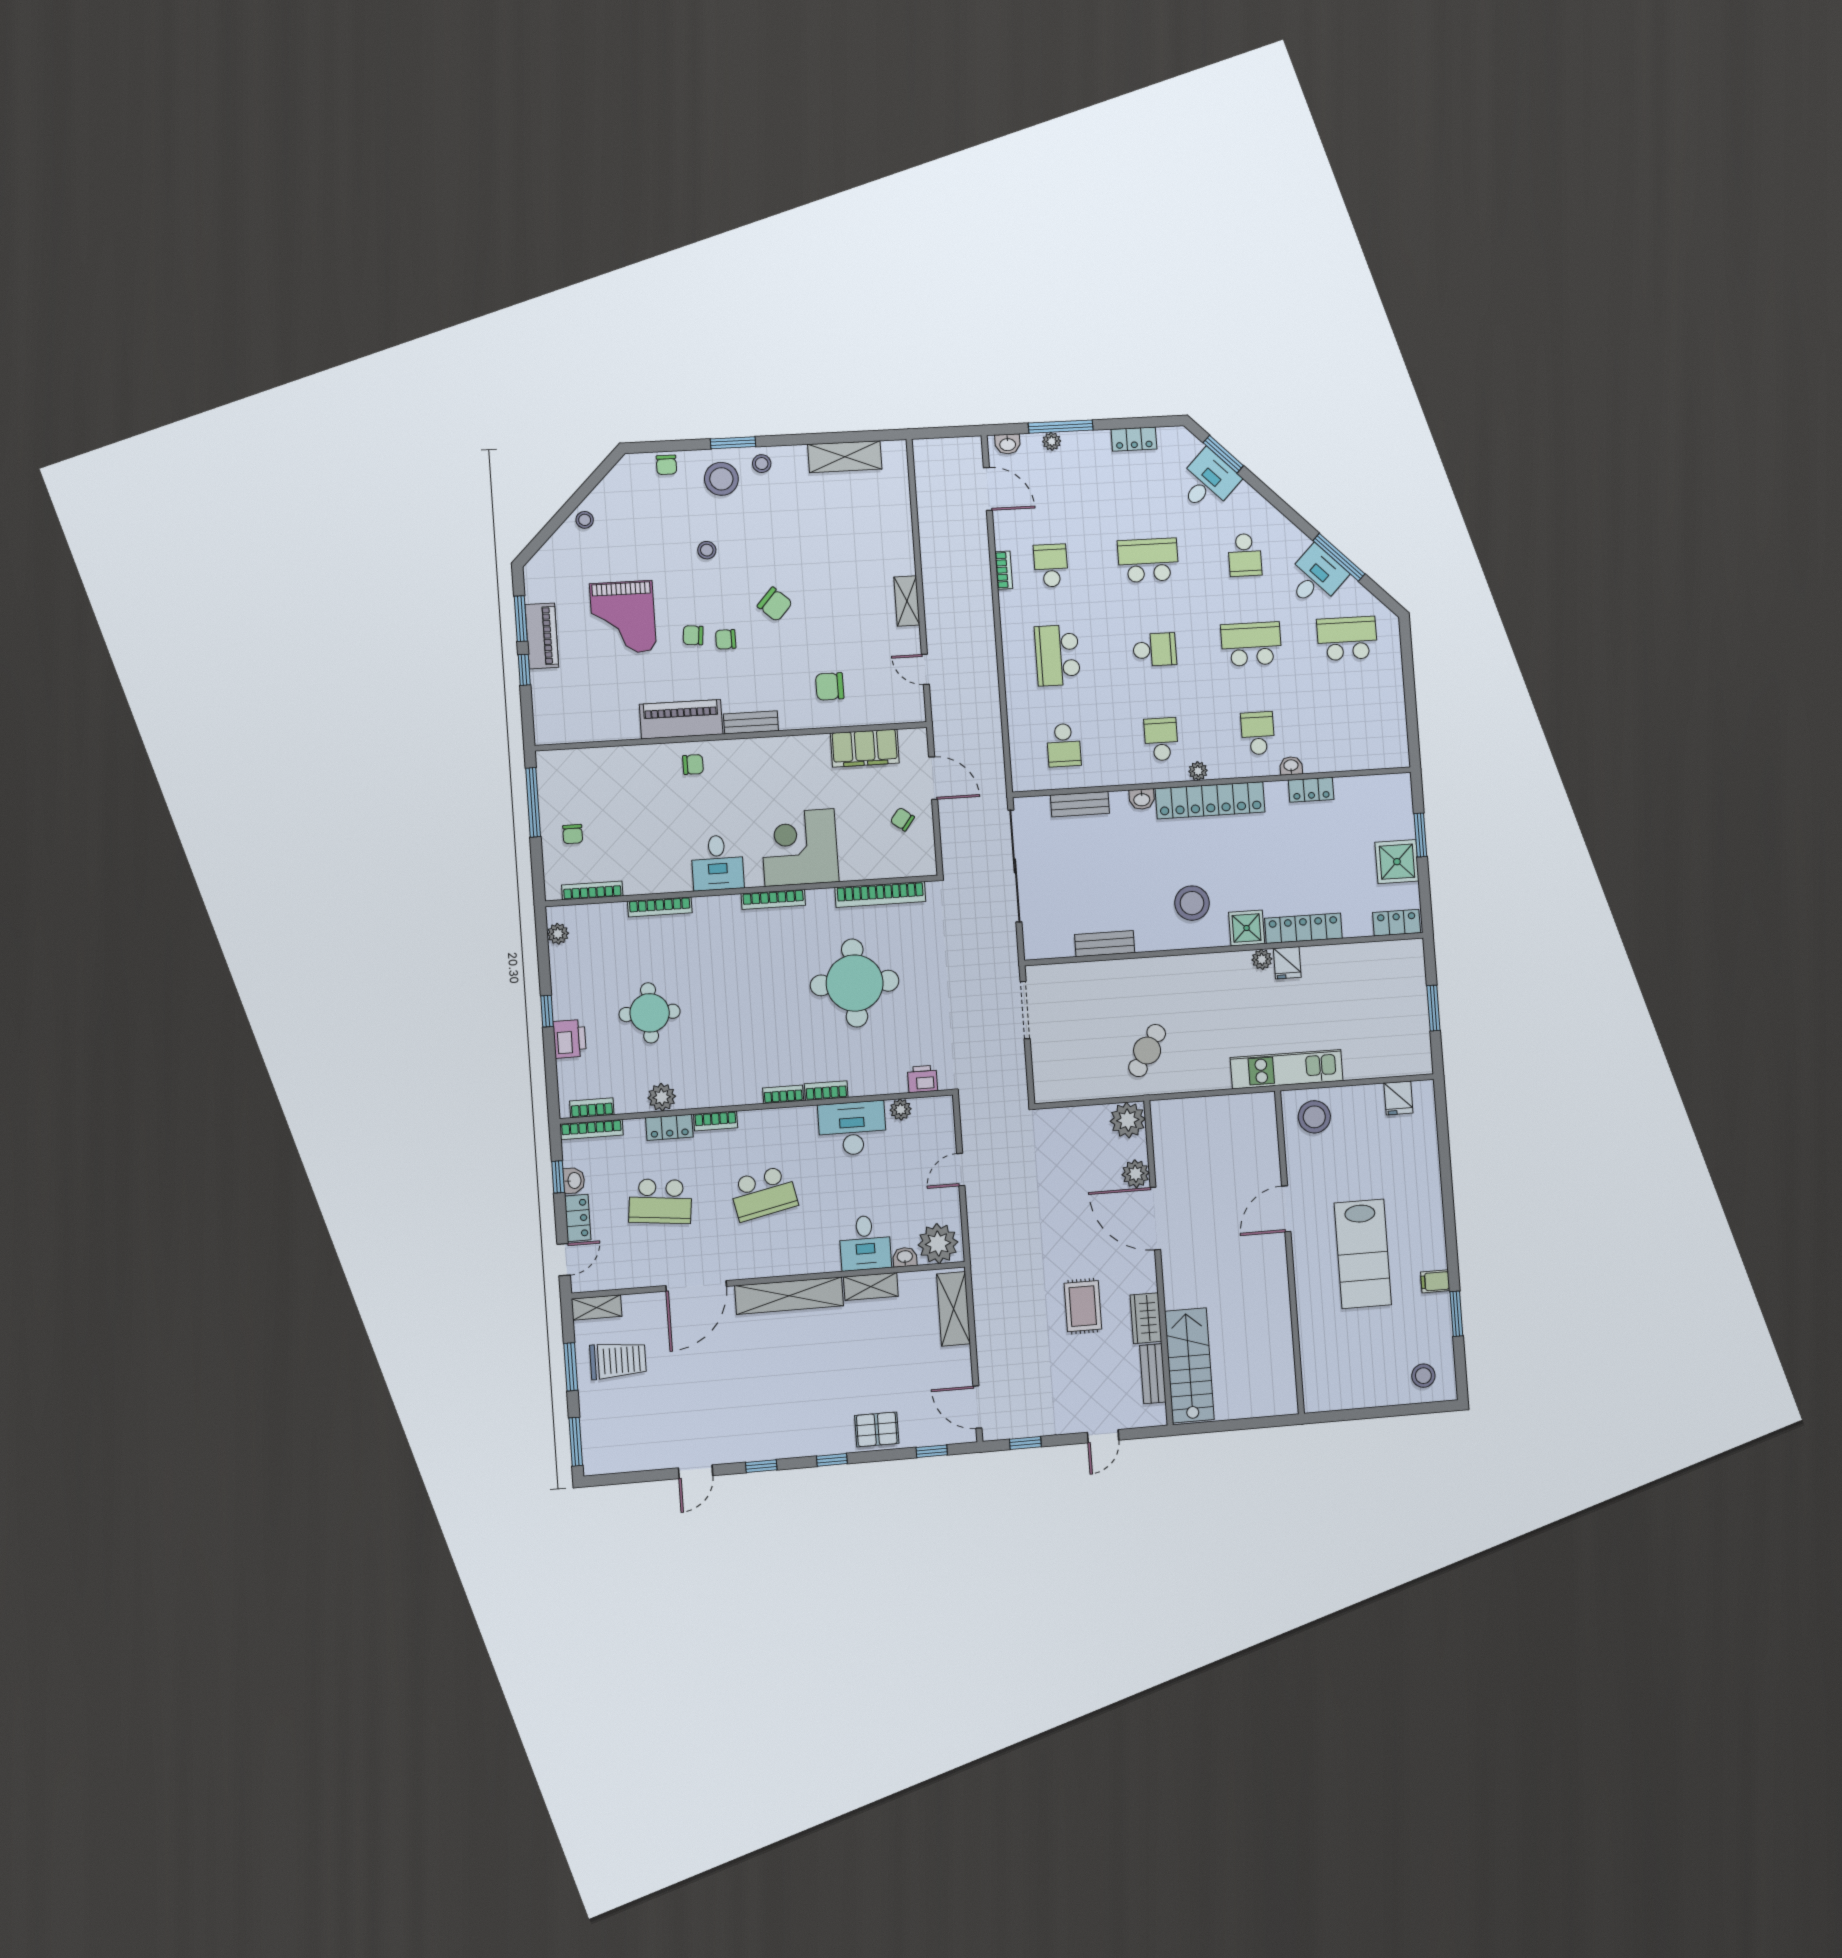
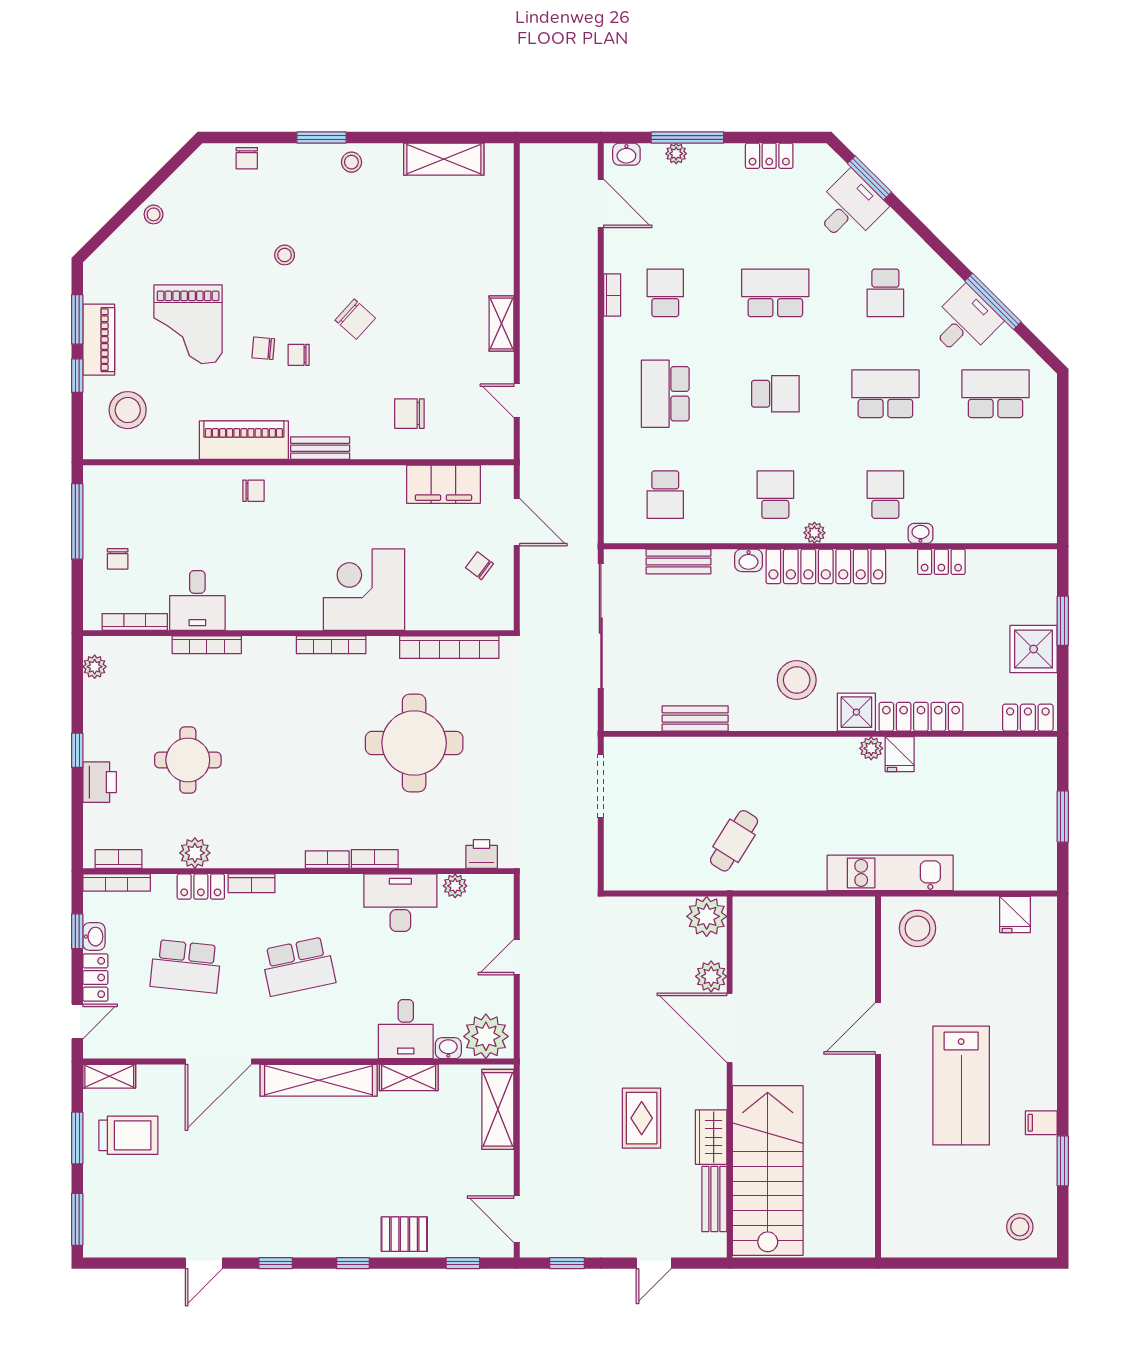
stool: (721, 479) -> (128, 410), moved
desk: (717, 863) -> (197, 600), moved
stairs: (1189, 1365) -> (768, 1171), width x1.36, depth x1.51

